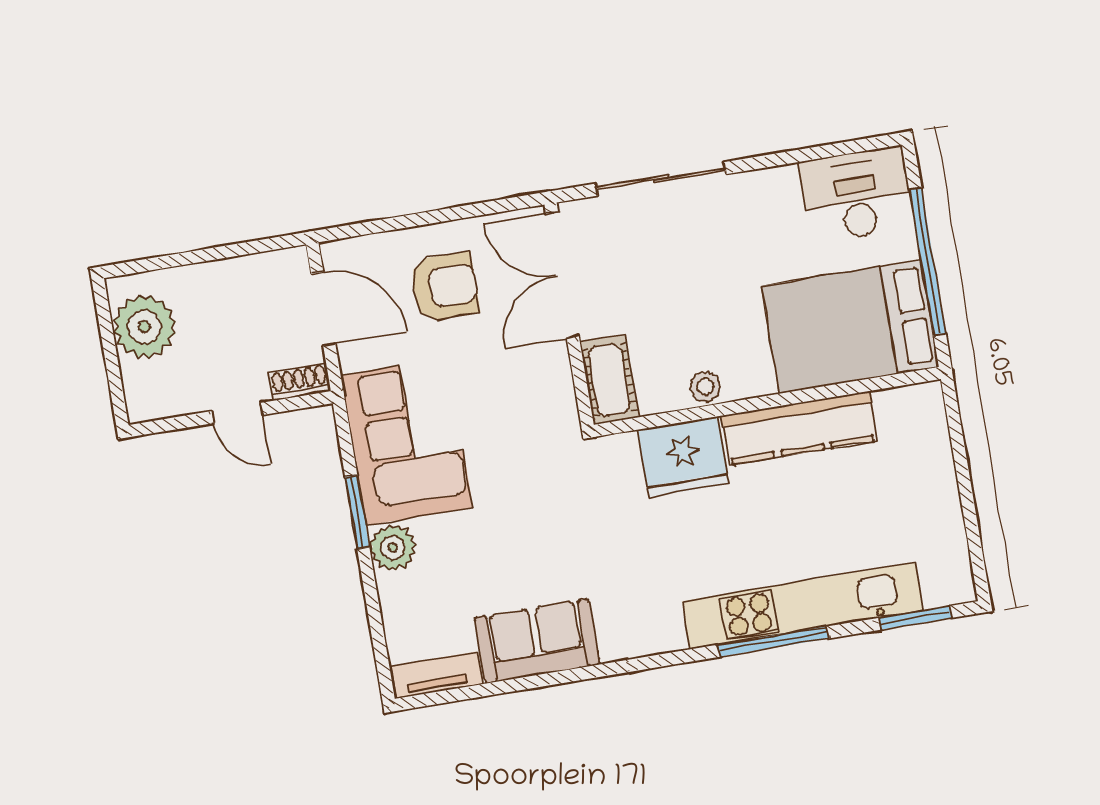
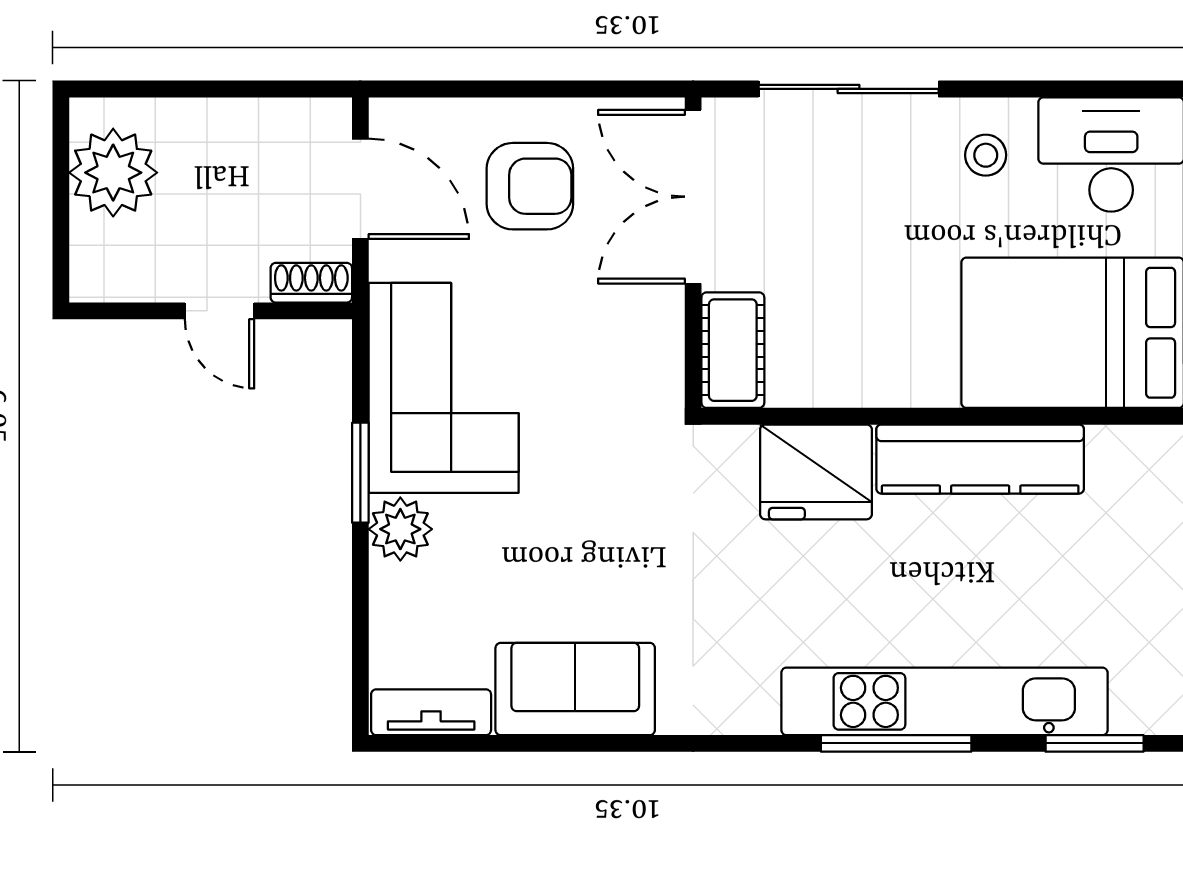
stool: (705, 387) -> (986, 155), moved

